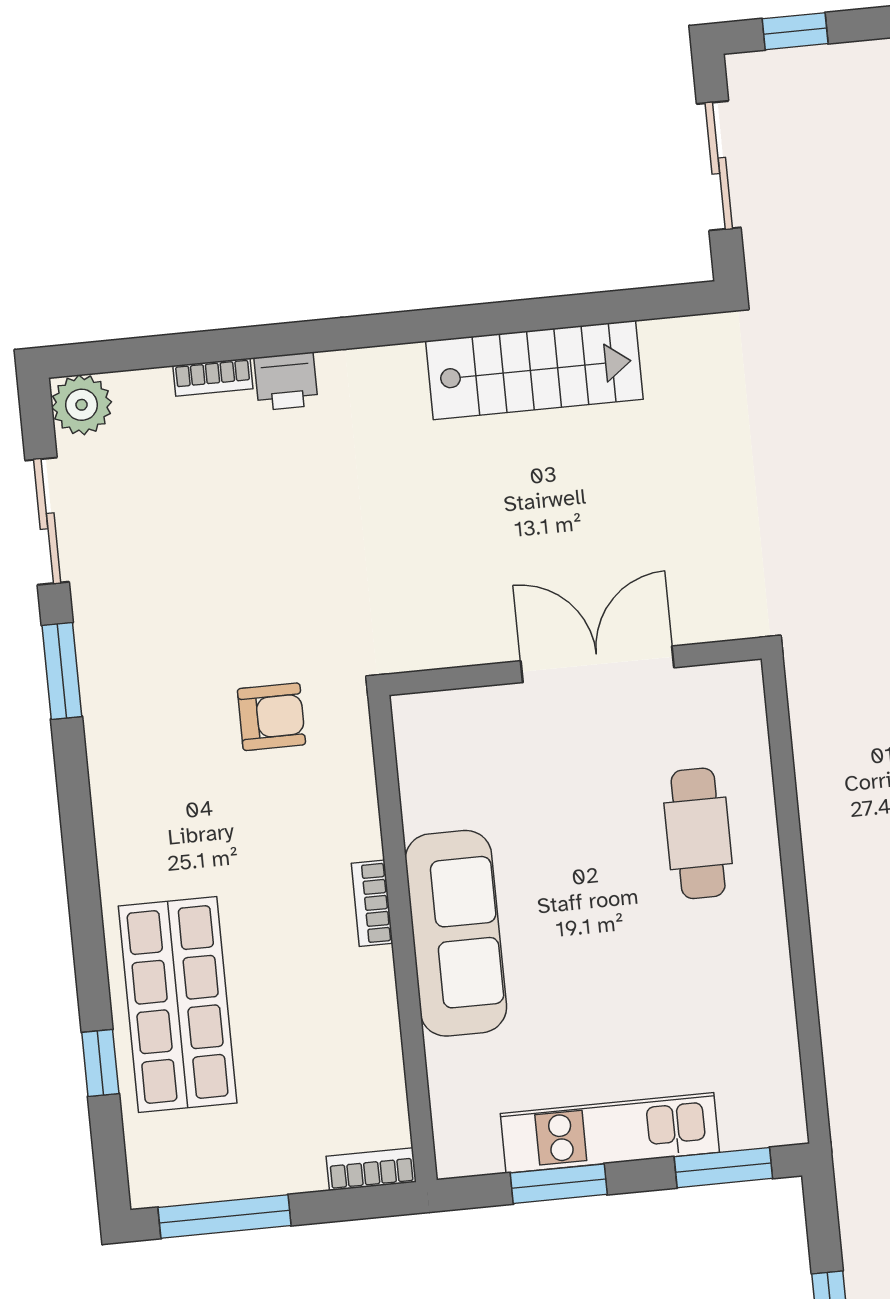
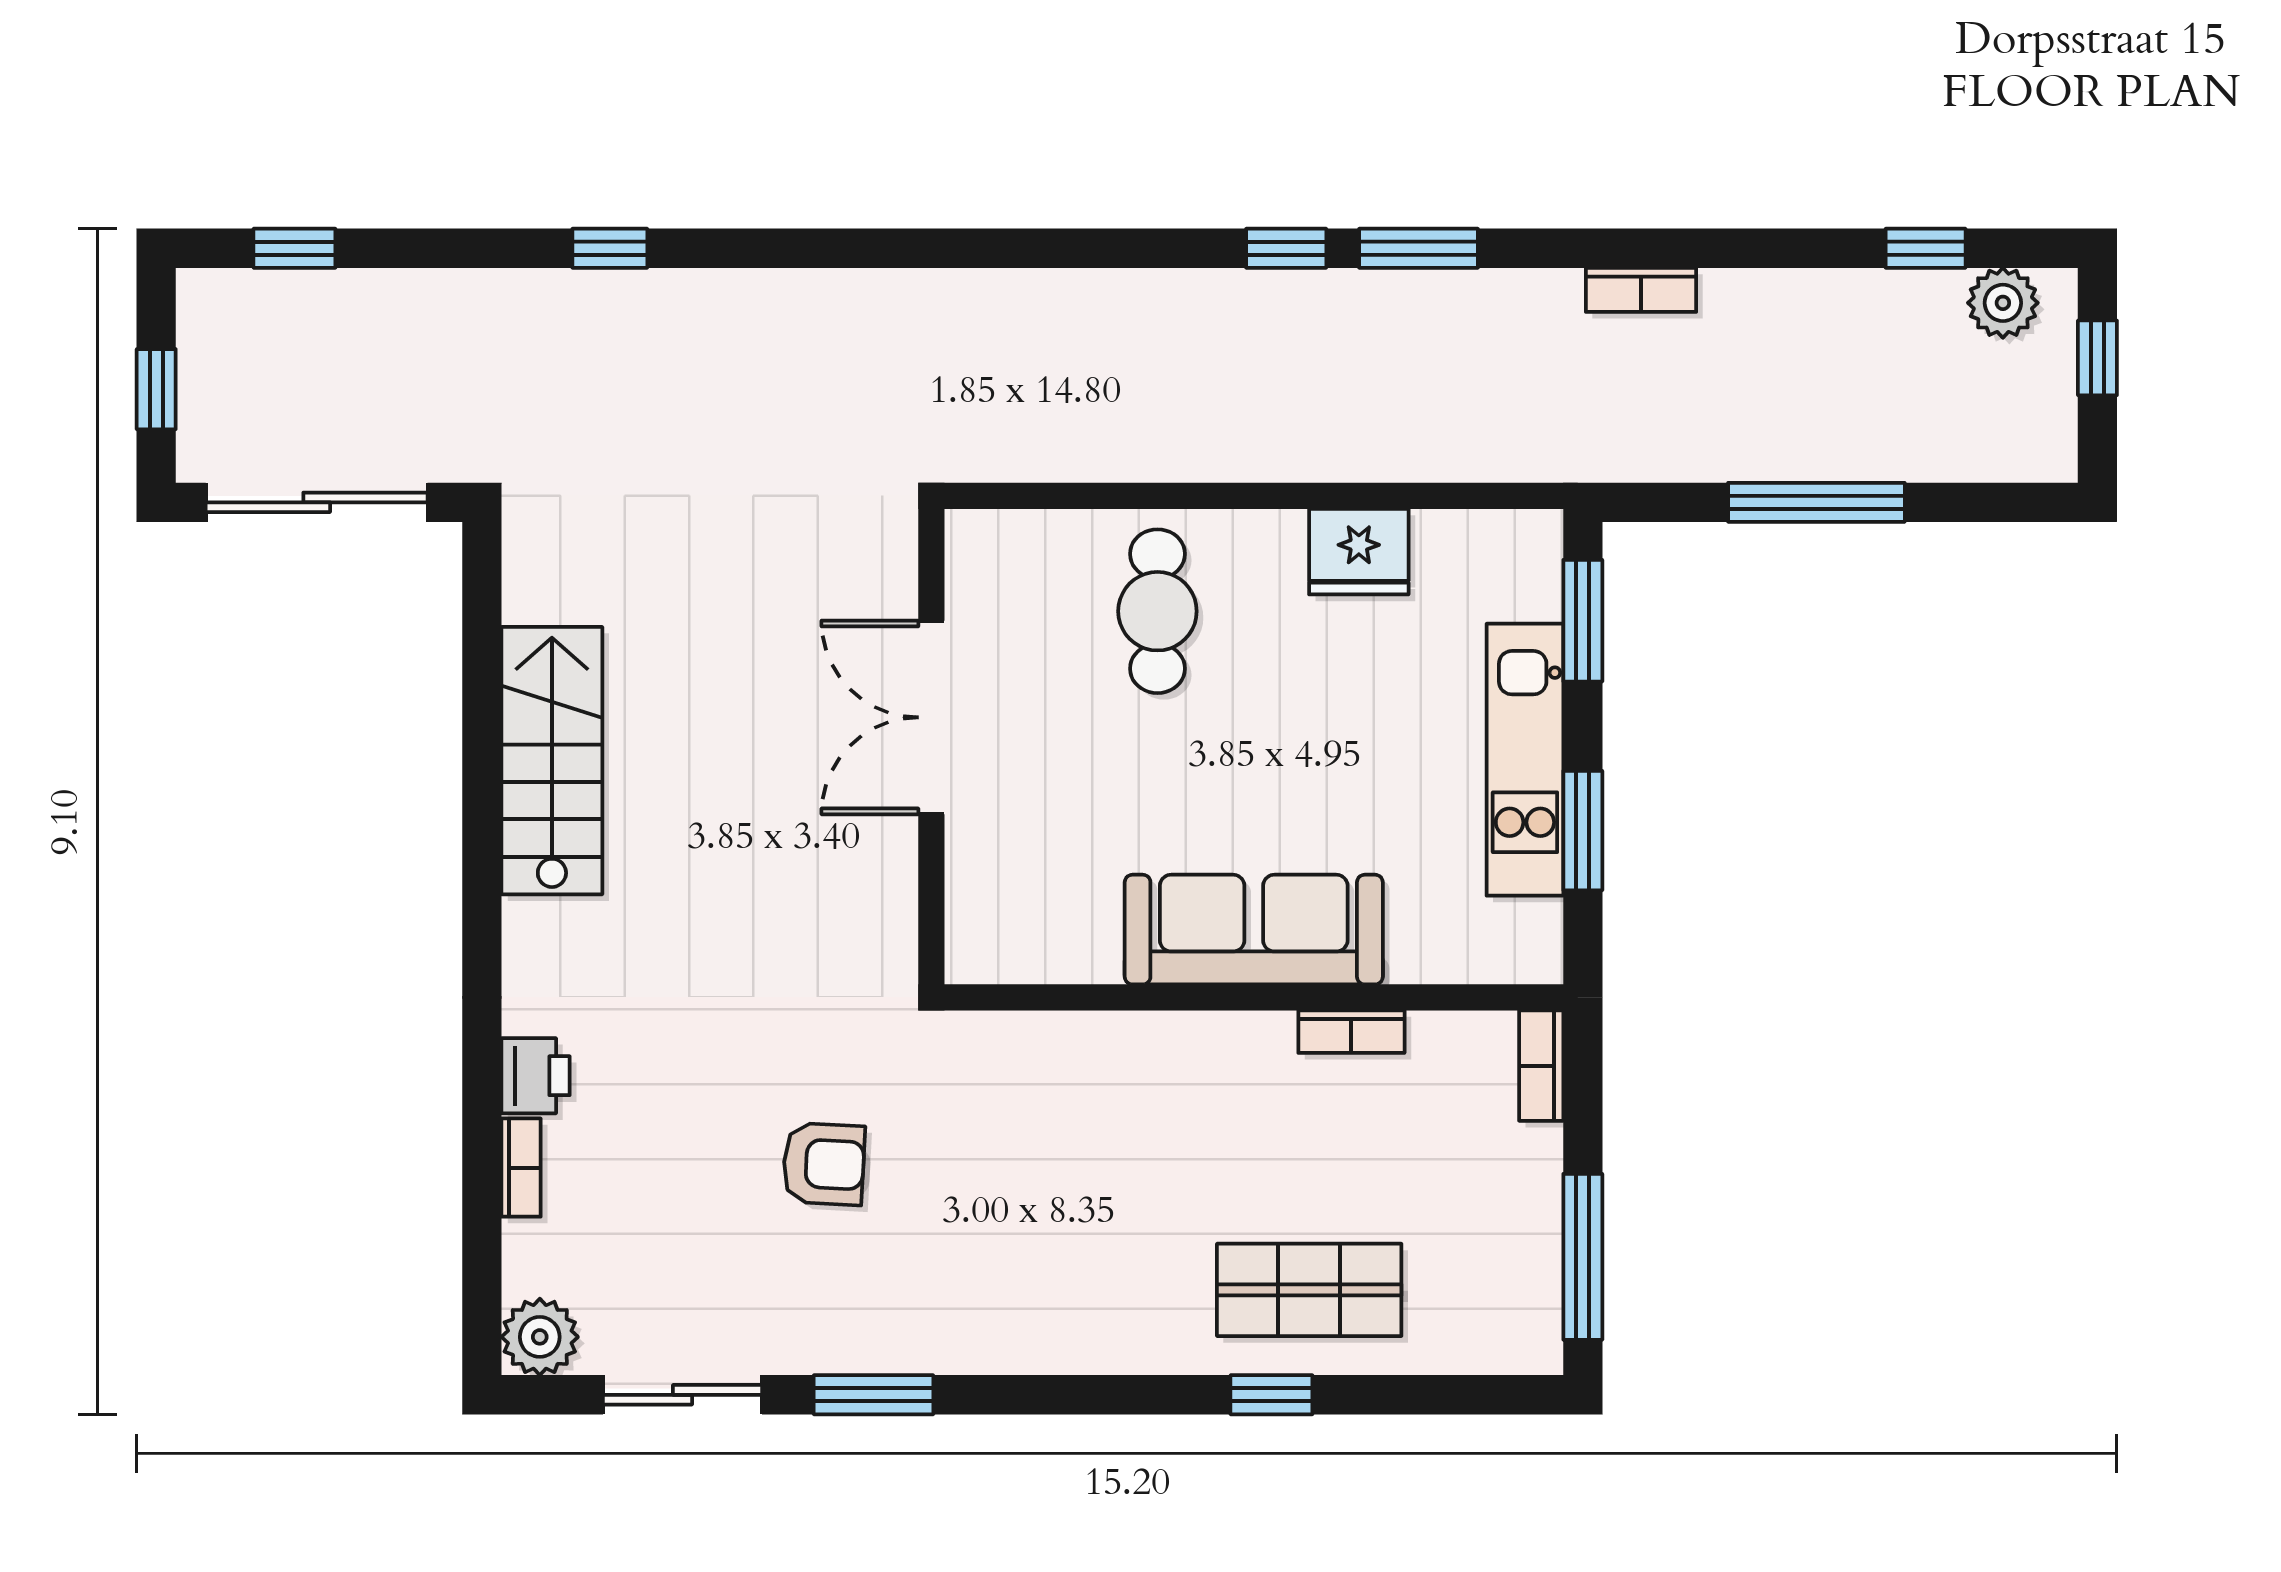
sliding door: (719, 166) -> (317, 502), width x1.37
armchair: (271, 717) -> (824, 1164), moved, turned 93
cafe table: (698, 833) -> (1157, 611), turned 90
bookcase: (372, 903) -> (1351, 1032), moved
fridge: (760, 987) -> (1359, 552), added
shop shelf: (178, 1004) -> (1309, 1290), width x0.70, depth x0.74
window: (100, 1063) -> (1271, 1395), moved

